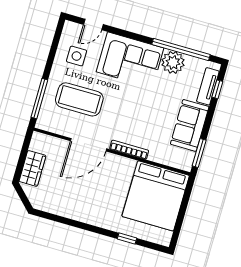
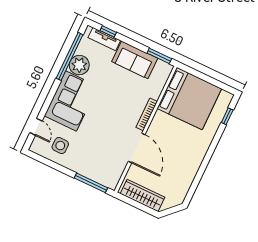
coffee table: (79, 99) -> (97, 149), removed
wardrobe: (32, 168) -> (143, 196), width x1.50
window: (127, 239) -> (227, 116), moved

